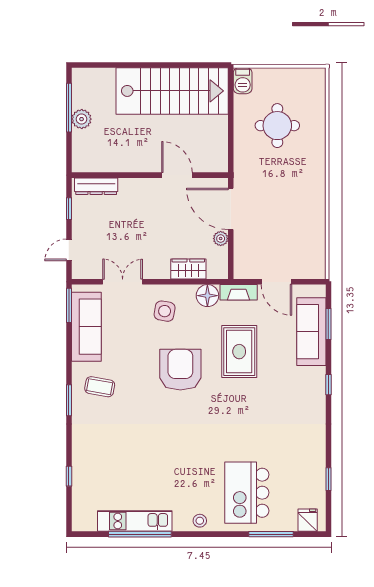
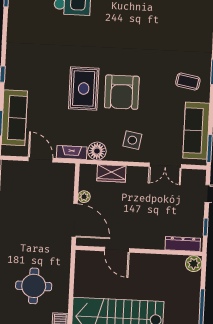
plant: (82, 119) -> (194, 264), moved
rug: (239, 352) -> (84, 88), moved

